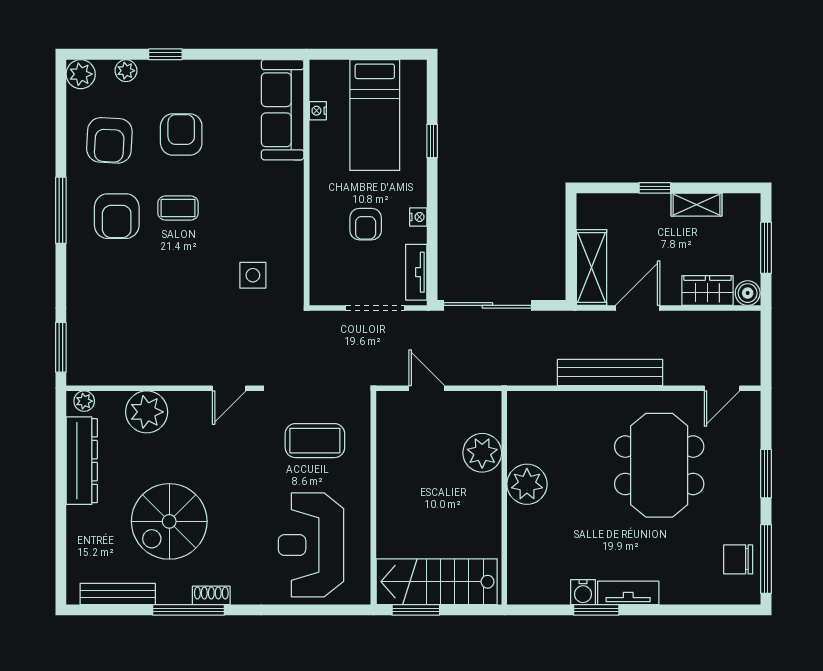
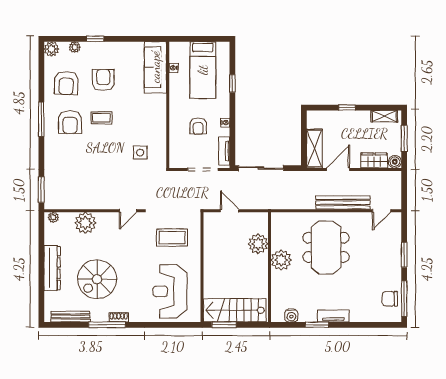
shelving: (697, 205) -> (384, 116), moved
bench: (610, 372) -> (343, 203), moved
dresser: (82, 461) -> (52, 268), moved
meeting table: (659, 465) -> (326, 247), moved
water cooler: (583, 592) -> (291, 316), moved

